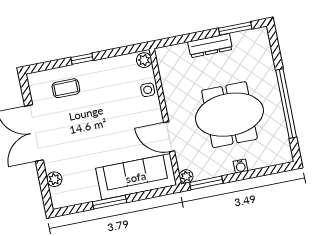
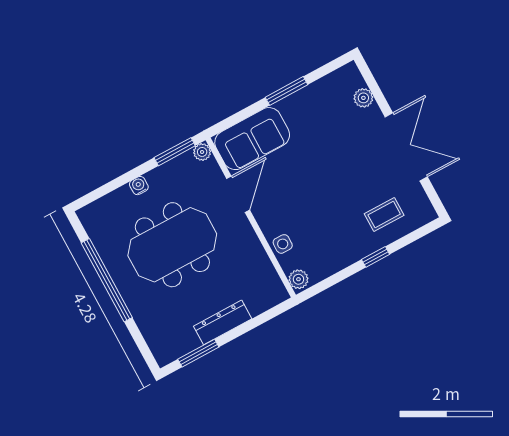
door: (169, 137) -> (238, 194), hinge flipped
sofa: (136, 177) -> (252, 139), width x0.73

